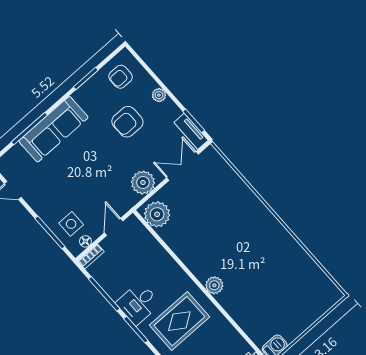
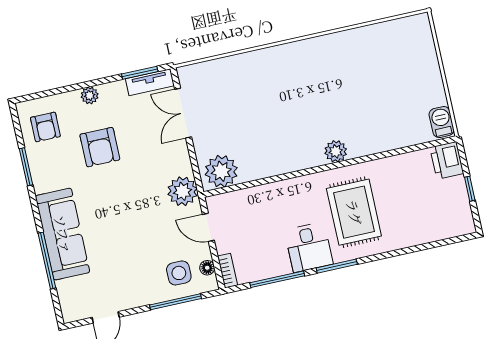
plant: (143, 183) -> (182, 191), moved

